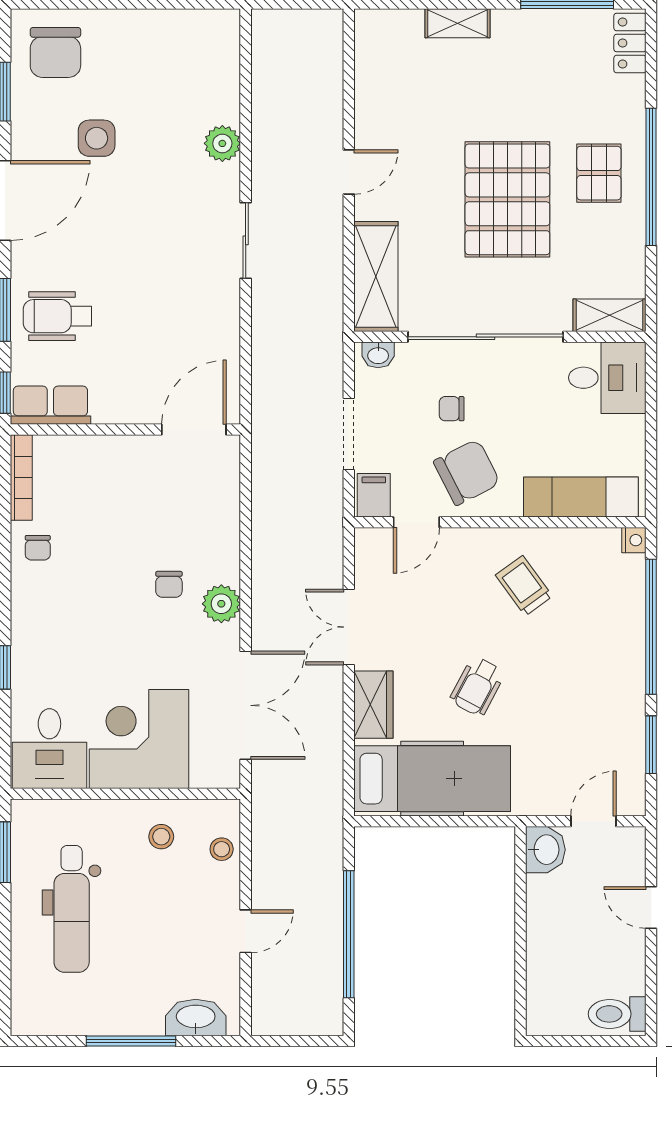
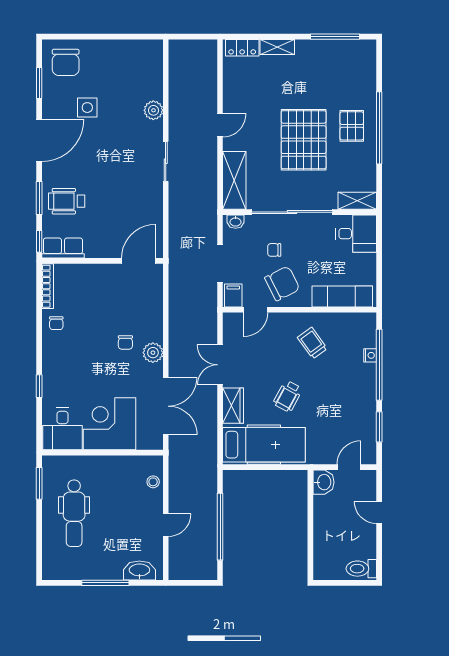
locker: (630, 43) -> (242, 48), moved, turned -90
nightstand: (634, 540) -> (370, 355), moved
stool: (161, 837) -> (121, 475), removed

